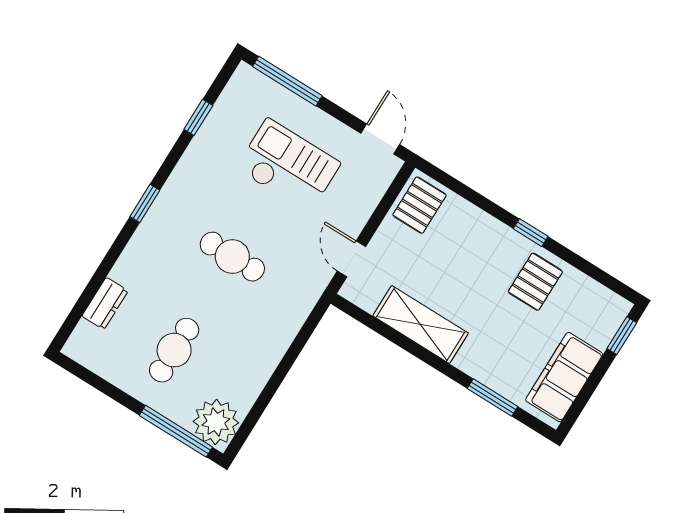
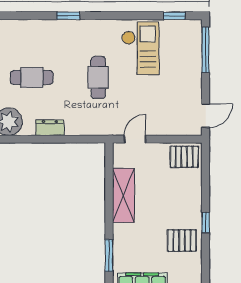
window: (198, 117) -> (174, 16), moved
checkout: (288, 166) -> (140, 48), moved
window: (145, 203) -> (68, 16), moved
dresser: (105, 303) -> (50, 128), moved, turned 180

